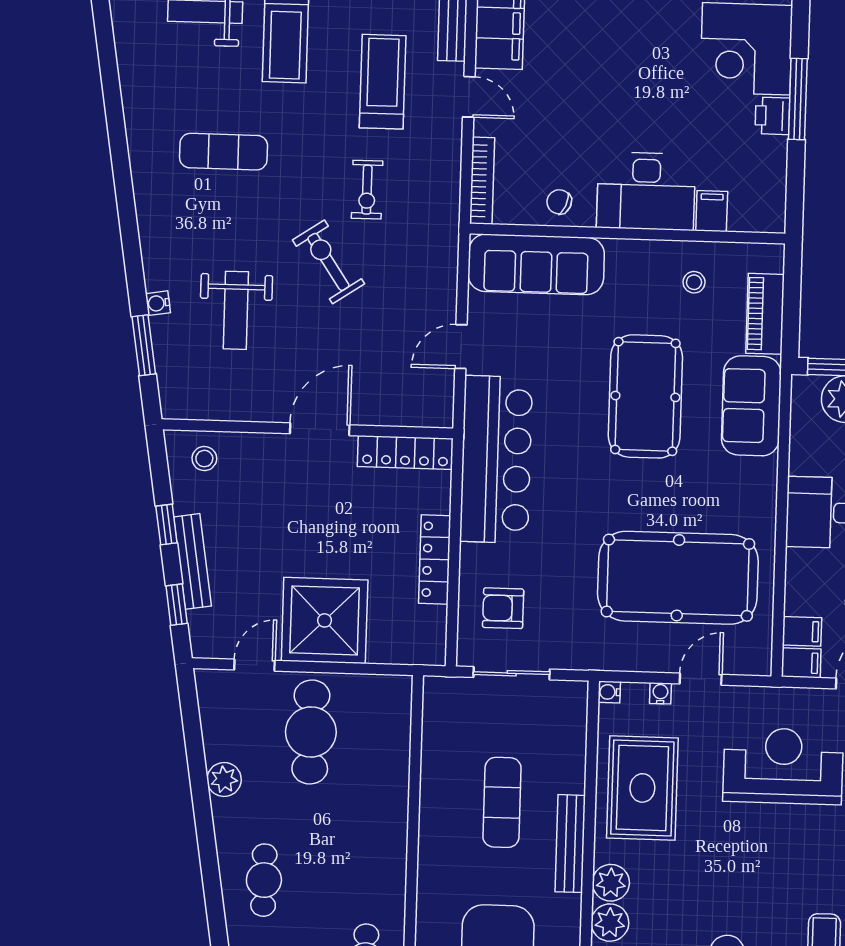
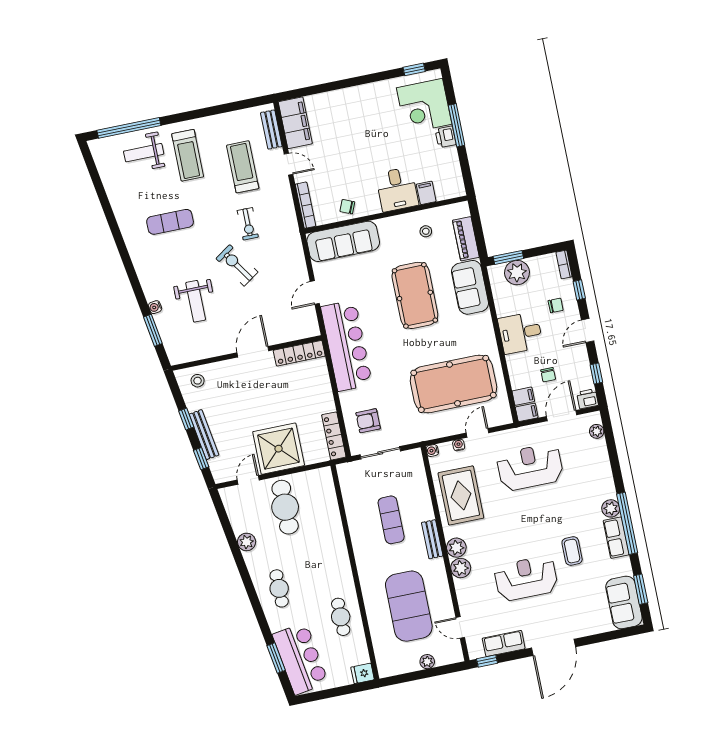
desk: (646, 191) -> (397, 189), width x0.73
locker: (435, 559) -> (334, 436), moved
bench: (570, 844) -> (432, 539), width x0.73

